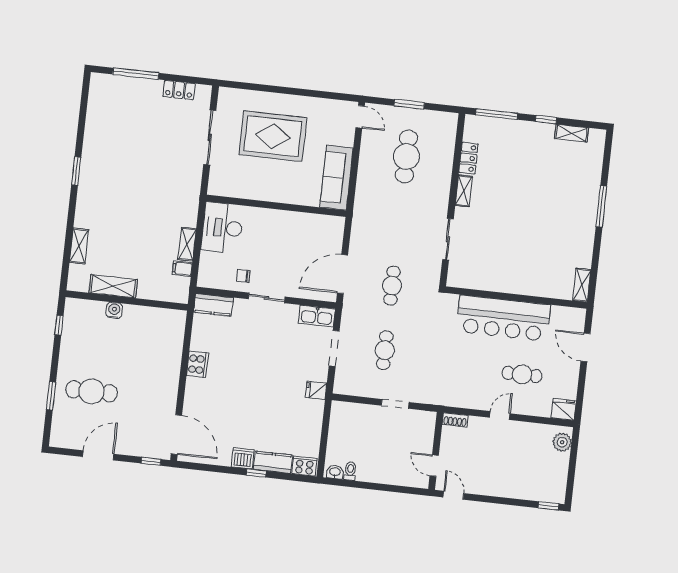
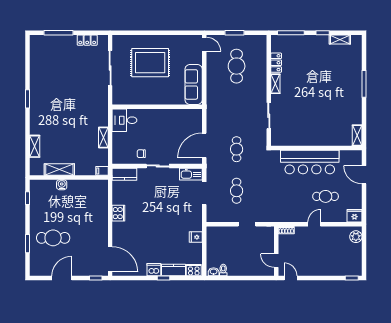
desk: (222, 228) -> (124, 120), width x0.73
filing cabinet: (182, 269) -> (102, 171), moved
fridge: (316, 390) -> (196, 237), moved

